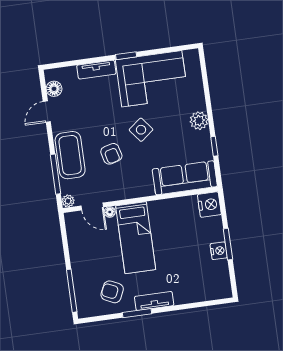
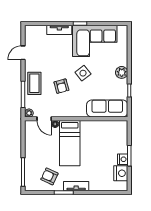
floor lamp: (54, 89) -> (30, 39), removed
coffee table: (70, 155) -> (34, 83), width x0.73, depth x0.76
nightstand: (209, 205) -> (121, 173), moved

